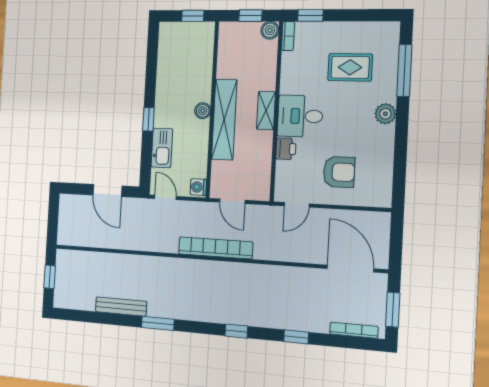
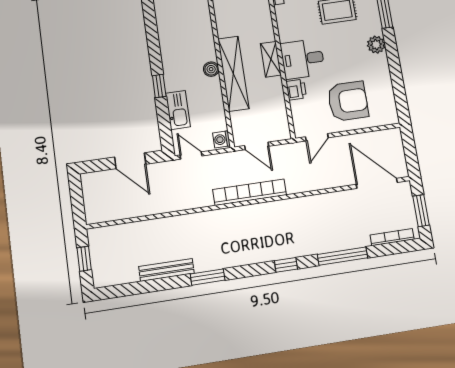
armchair: (339, 172) -> (348, 101), width x1.36, depth x1.36
window: (296, 337) -> (343, 256), width x2.17

